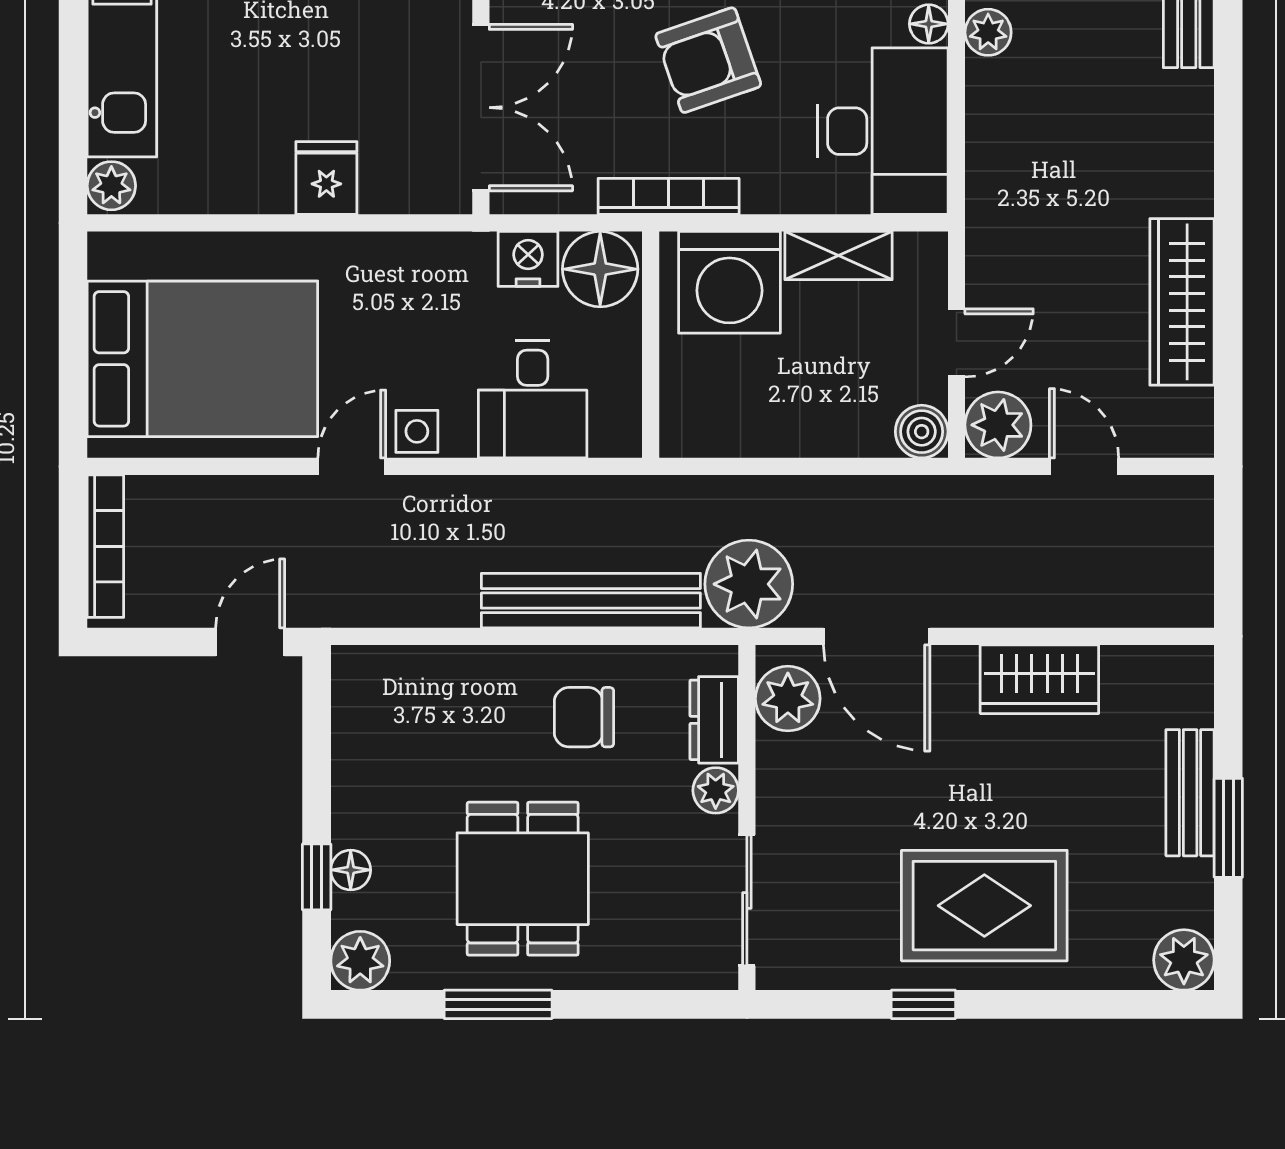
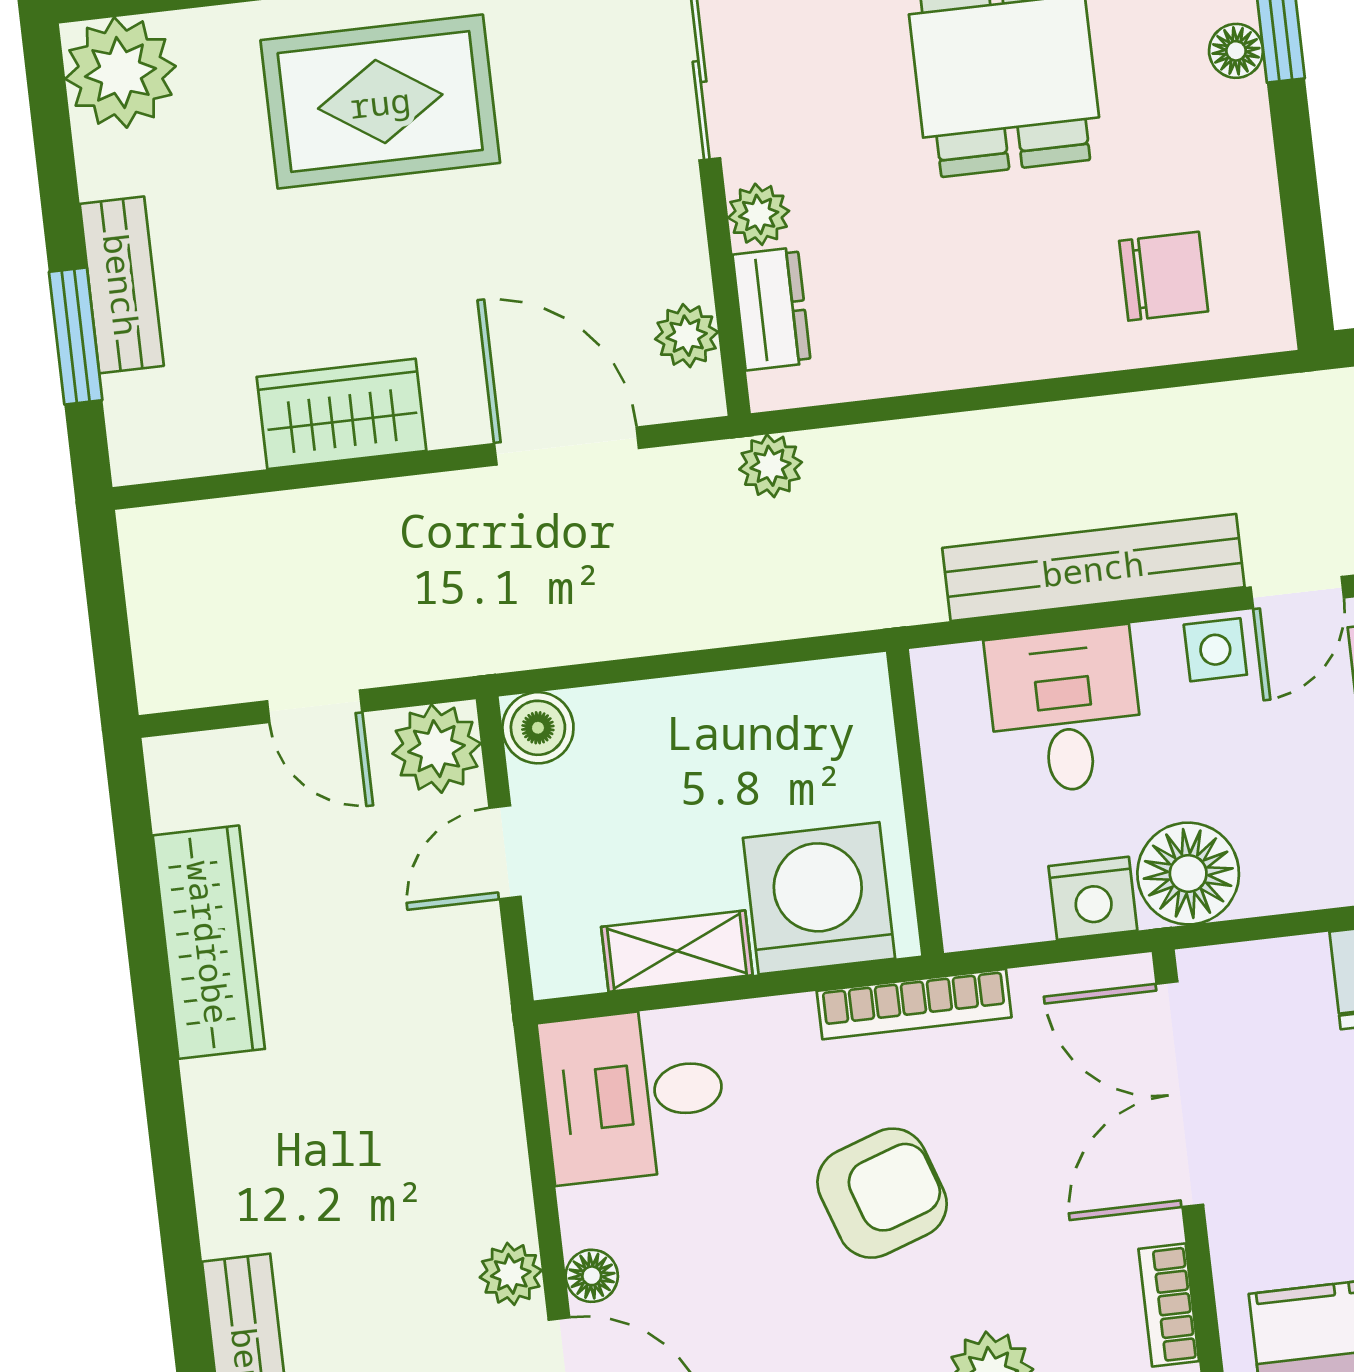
desk: (883, 131) -> (634, 1095), width x0.73
floor lamp: (600, 269) -> (1188, 874), moved
plant: (749, 584) -> (771, 466), width x0.53, depth x0.53
bench: (591, 601) -> (1093, 568), moved
plant: (788, 699) -> (687, 336), width x0.73, depth x0.73
chair: (584, 717) -> (1164, 276), moved
window: (1228, 828) -> (76, 336), moved
plant: (1184, 960) -> (120, 73), width x1.36, depth x1.36

